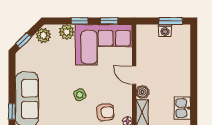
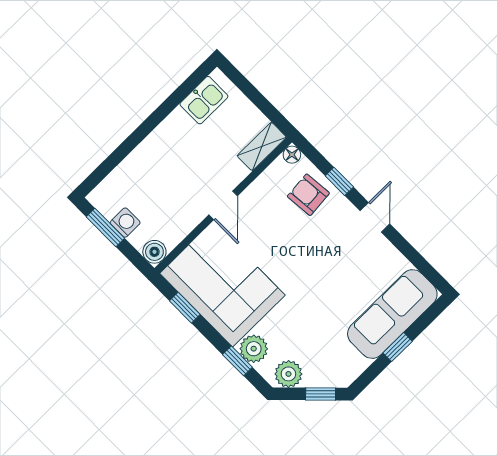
window: (79, 21) -> (237, 361), moved
boiler: (142, 92) -> (154, 252), moved
side table: (80, 95) -> (319, 251), removed
window: (12, 111) -> (398, 347), moved

